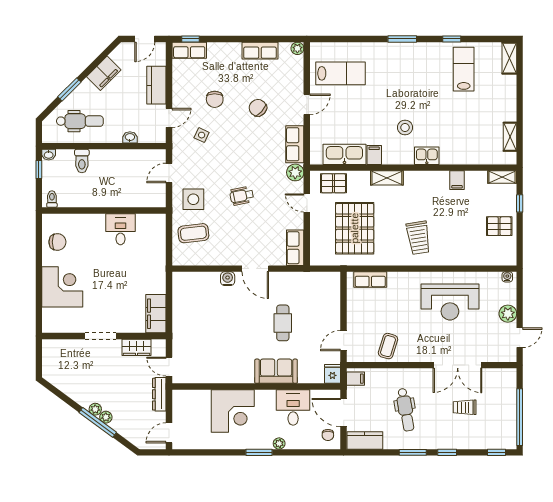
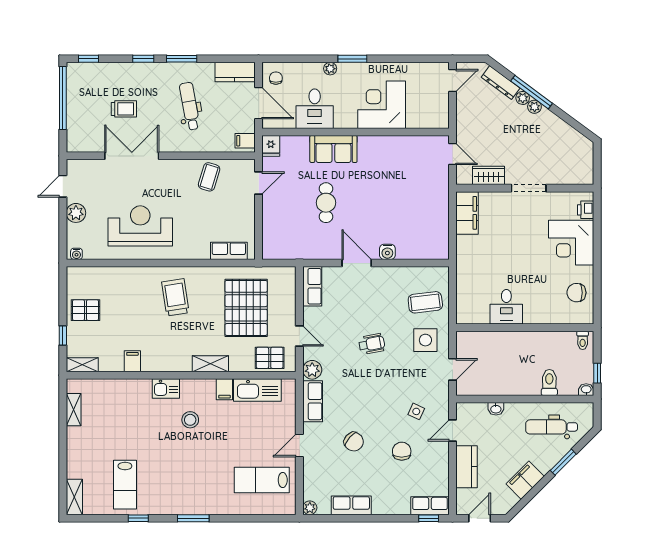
printer: (49, 316) -> (586, 210), added
dresser: (159, 394) -> (501, 83), moved, turned 126

